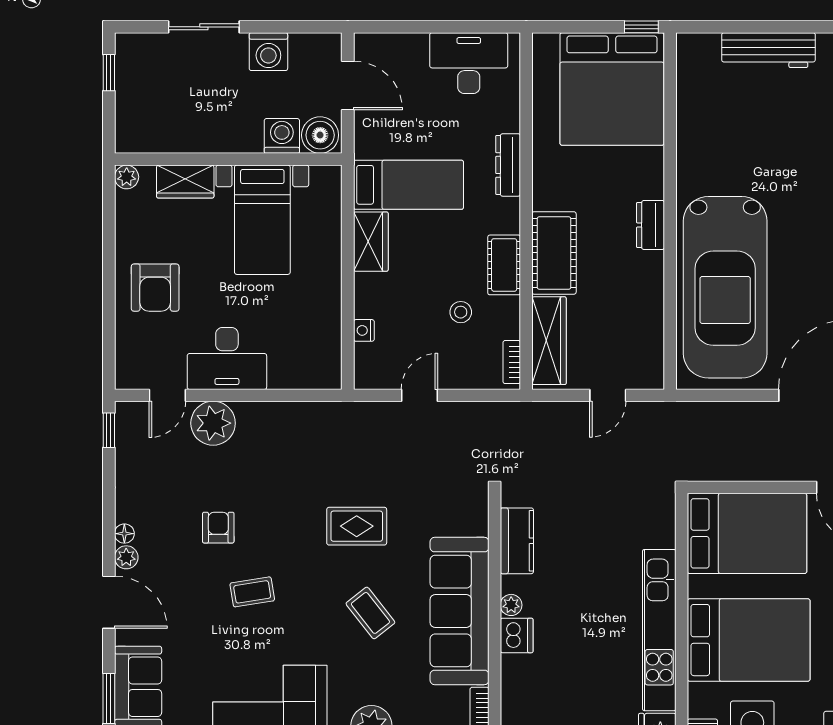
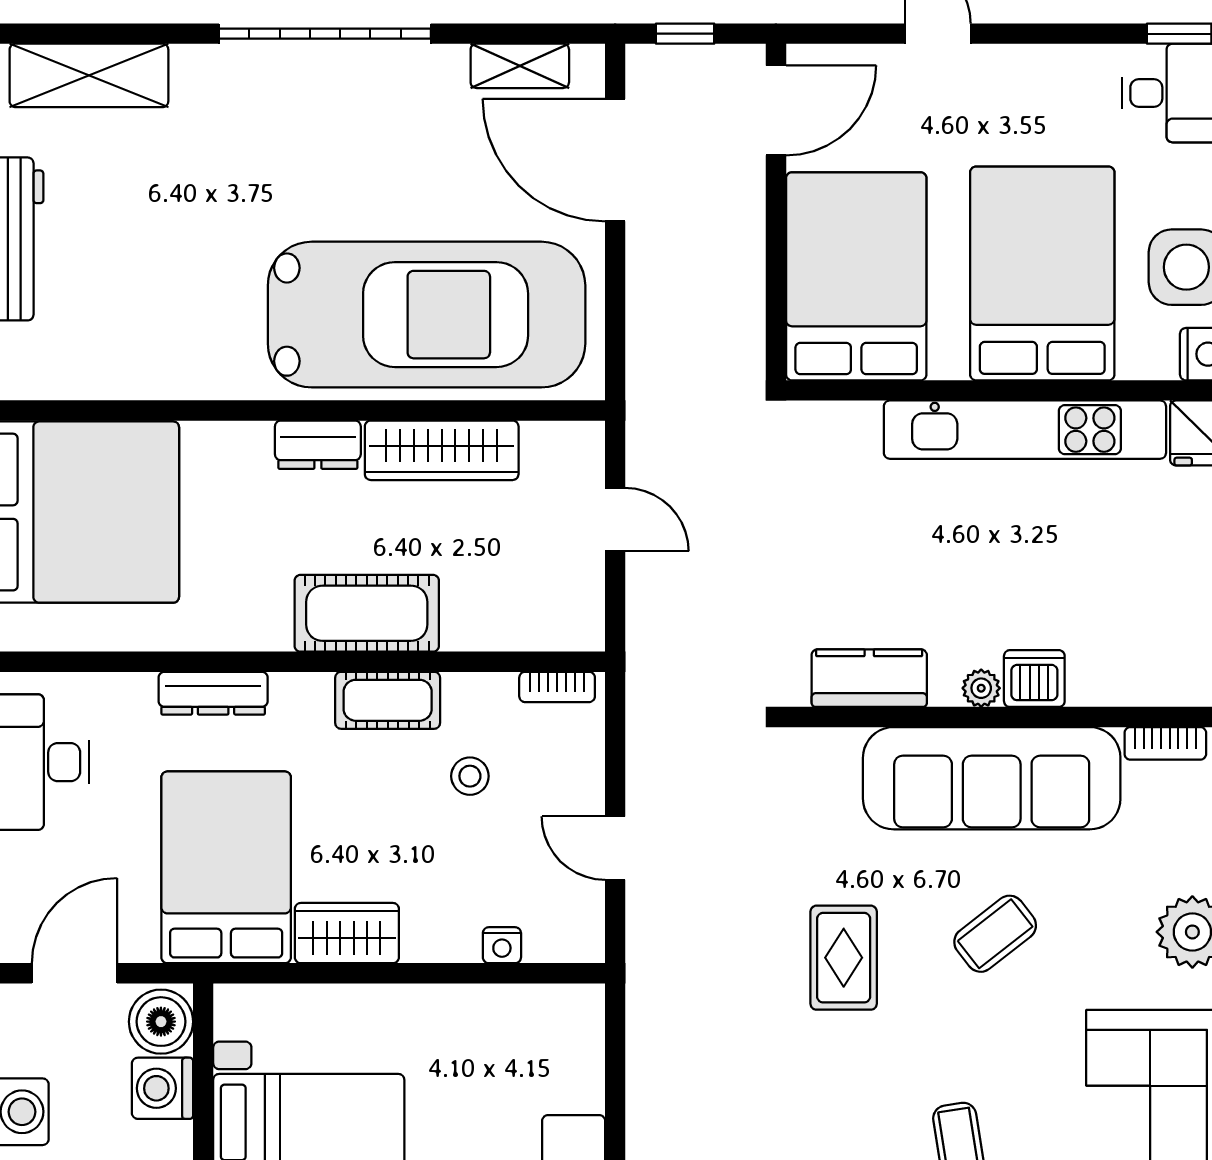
bed: (408, 185) -> (226, 867), width x1.50
wardrobe: (549, 341) -> (442, 450), moved, turned 180

